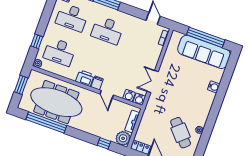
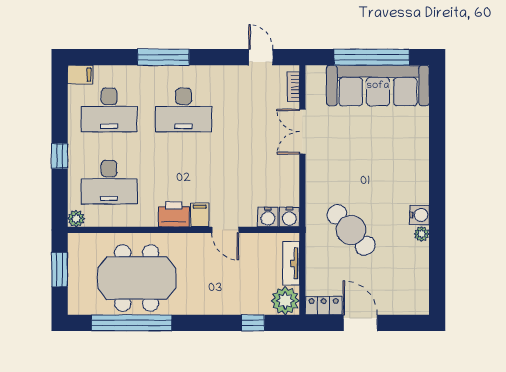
window: (37, 41) -> (60, 156), moved
double door: (153, 81) -> (302, 132), moved
water cooler: (214, 87) -> (419, 215), moved
meeting table: (56, 102) -> (137, 278), width x0.73
cafe table: (181, 133) -> (351, 230), moved

